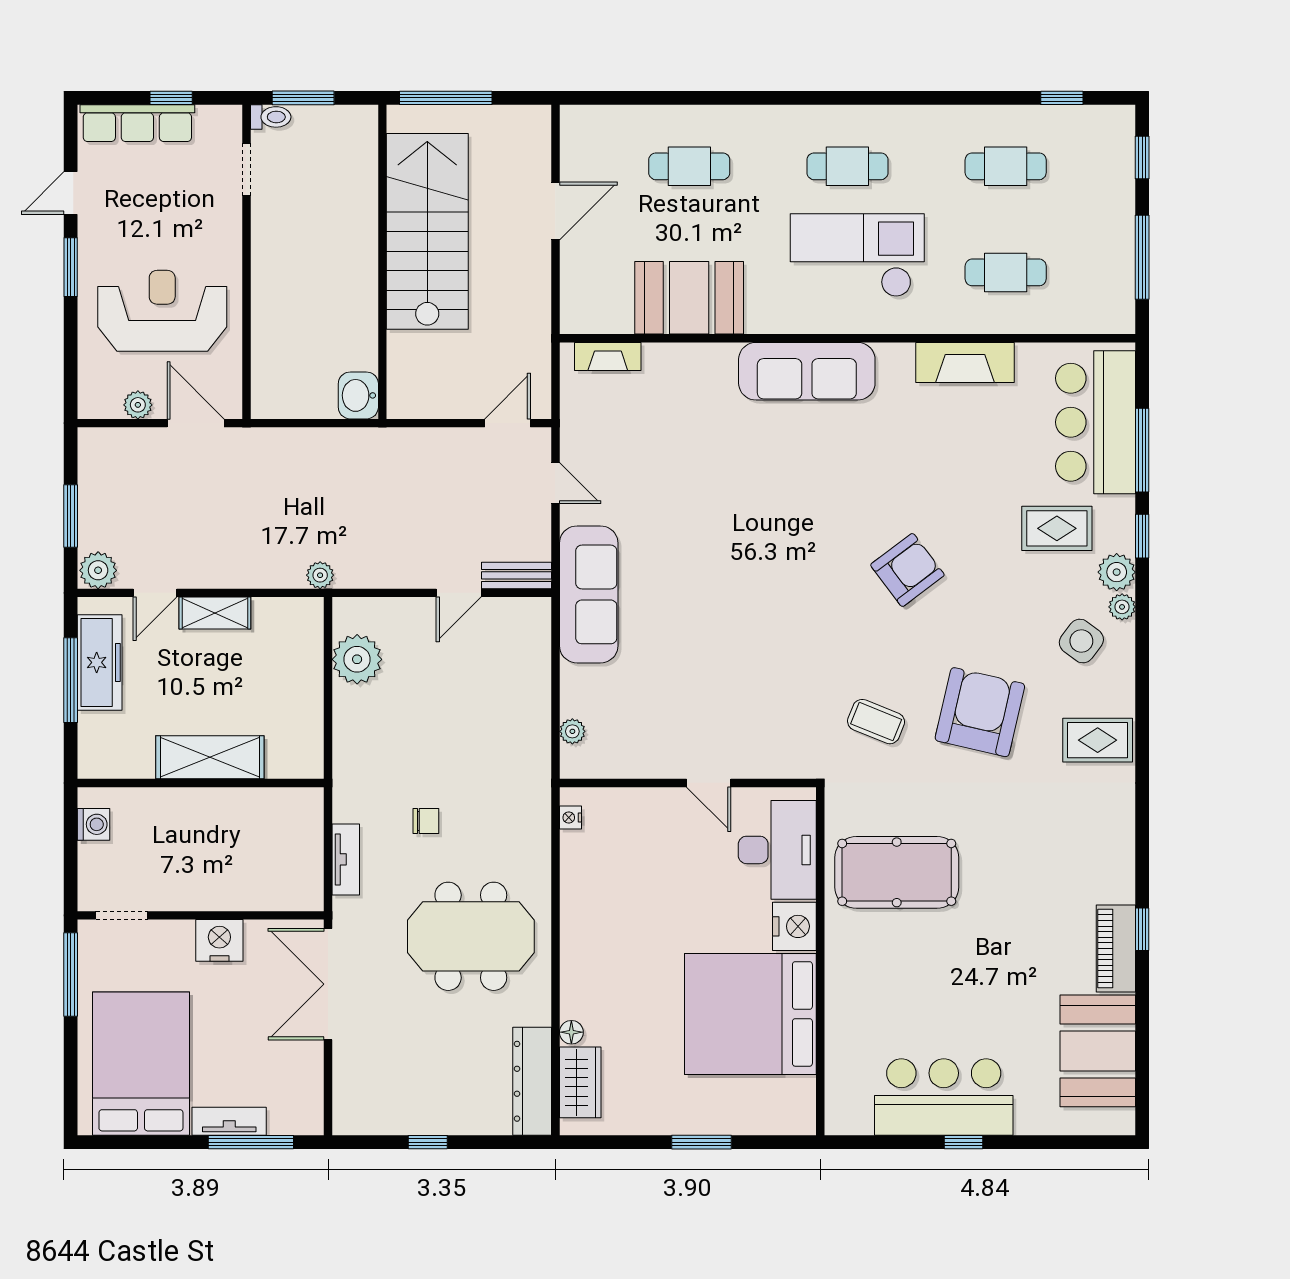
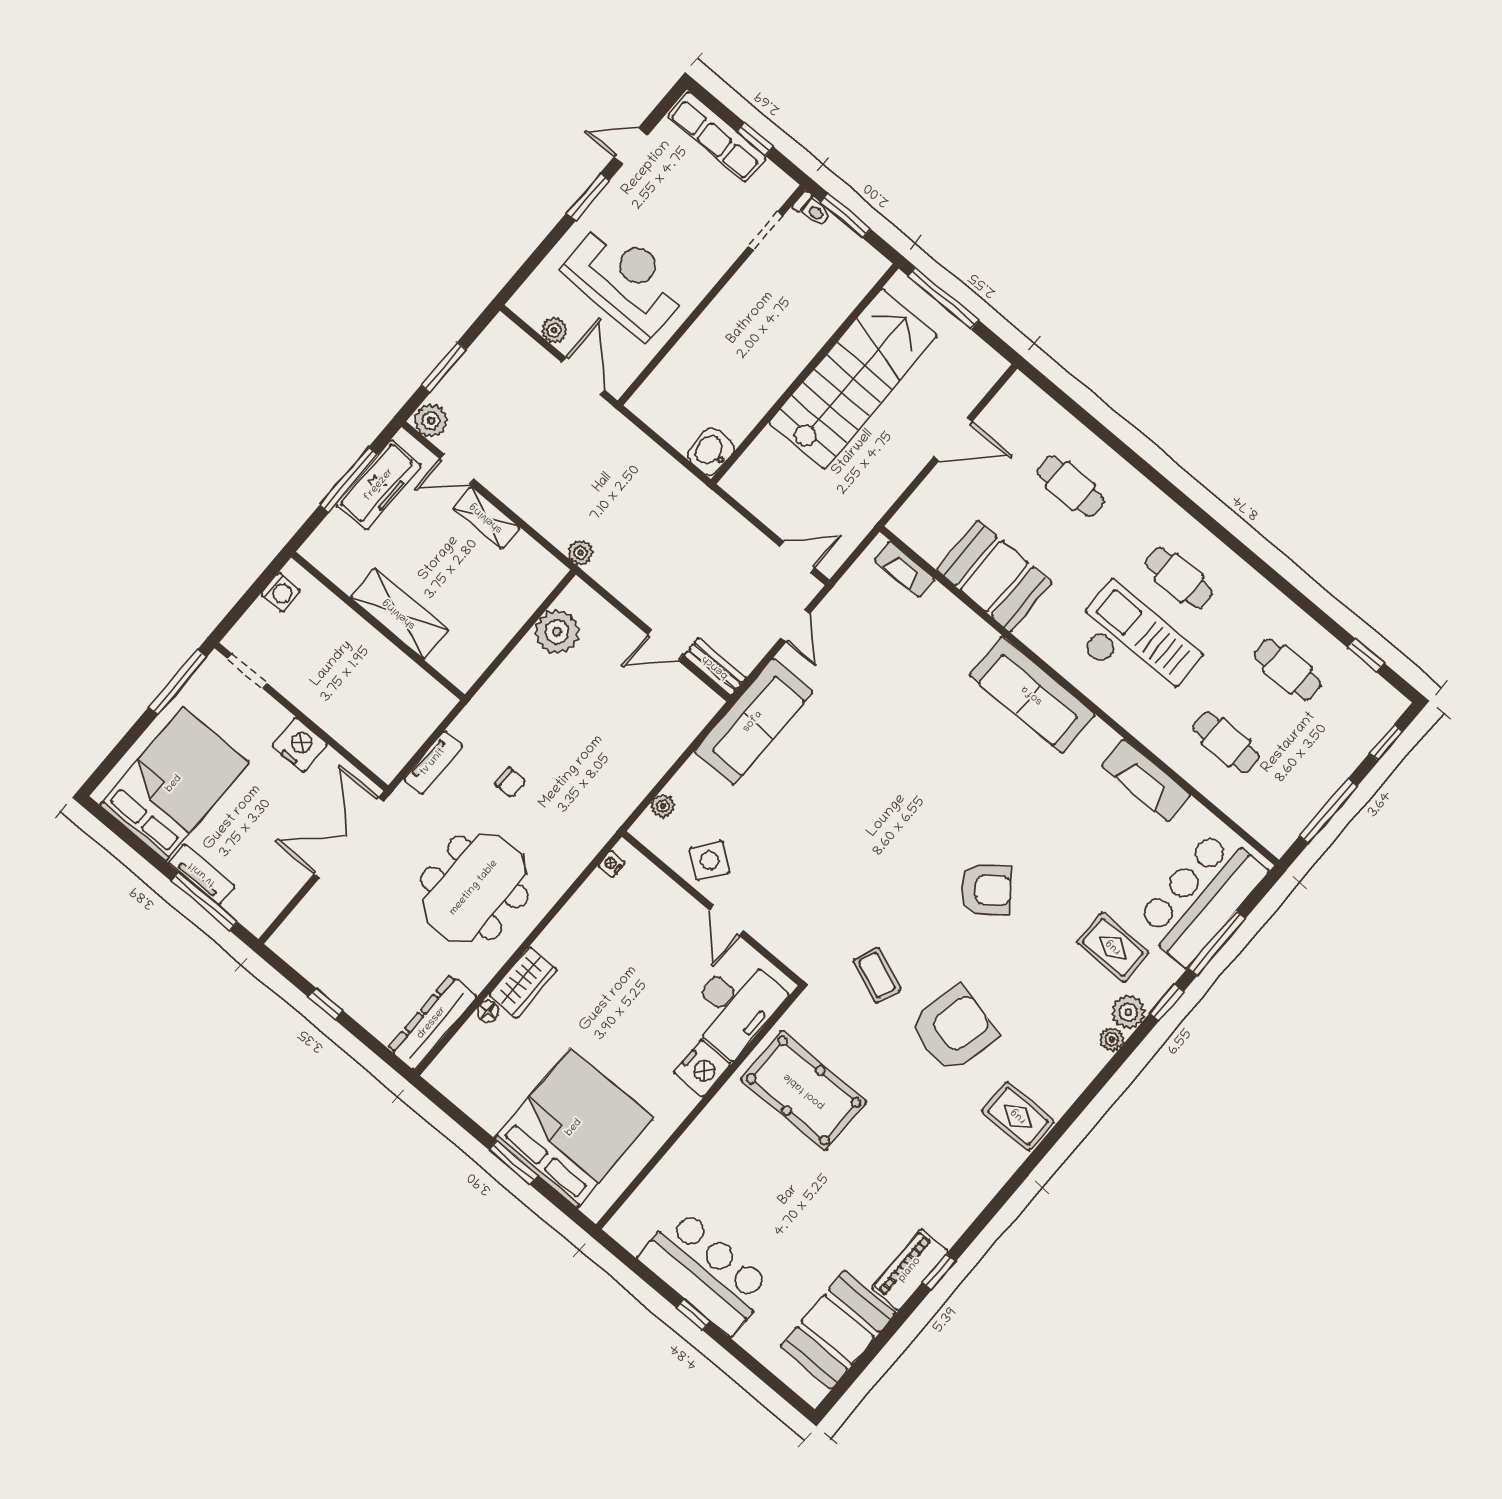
side table: (1081, 641) -> (710, 860), moved
meeting table: (471, 936) -> (474, 888), turned 90
bed: (750, 1014) -> (574, 1128), moved, turned 90
wardrobe: (580, 1082) -> (523, 982), moved

